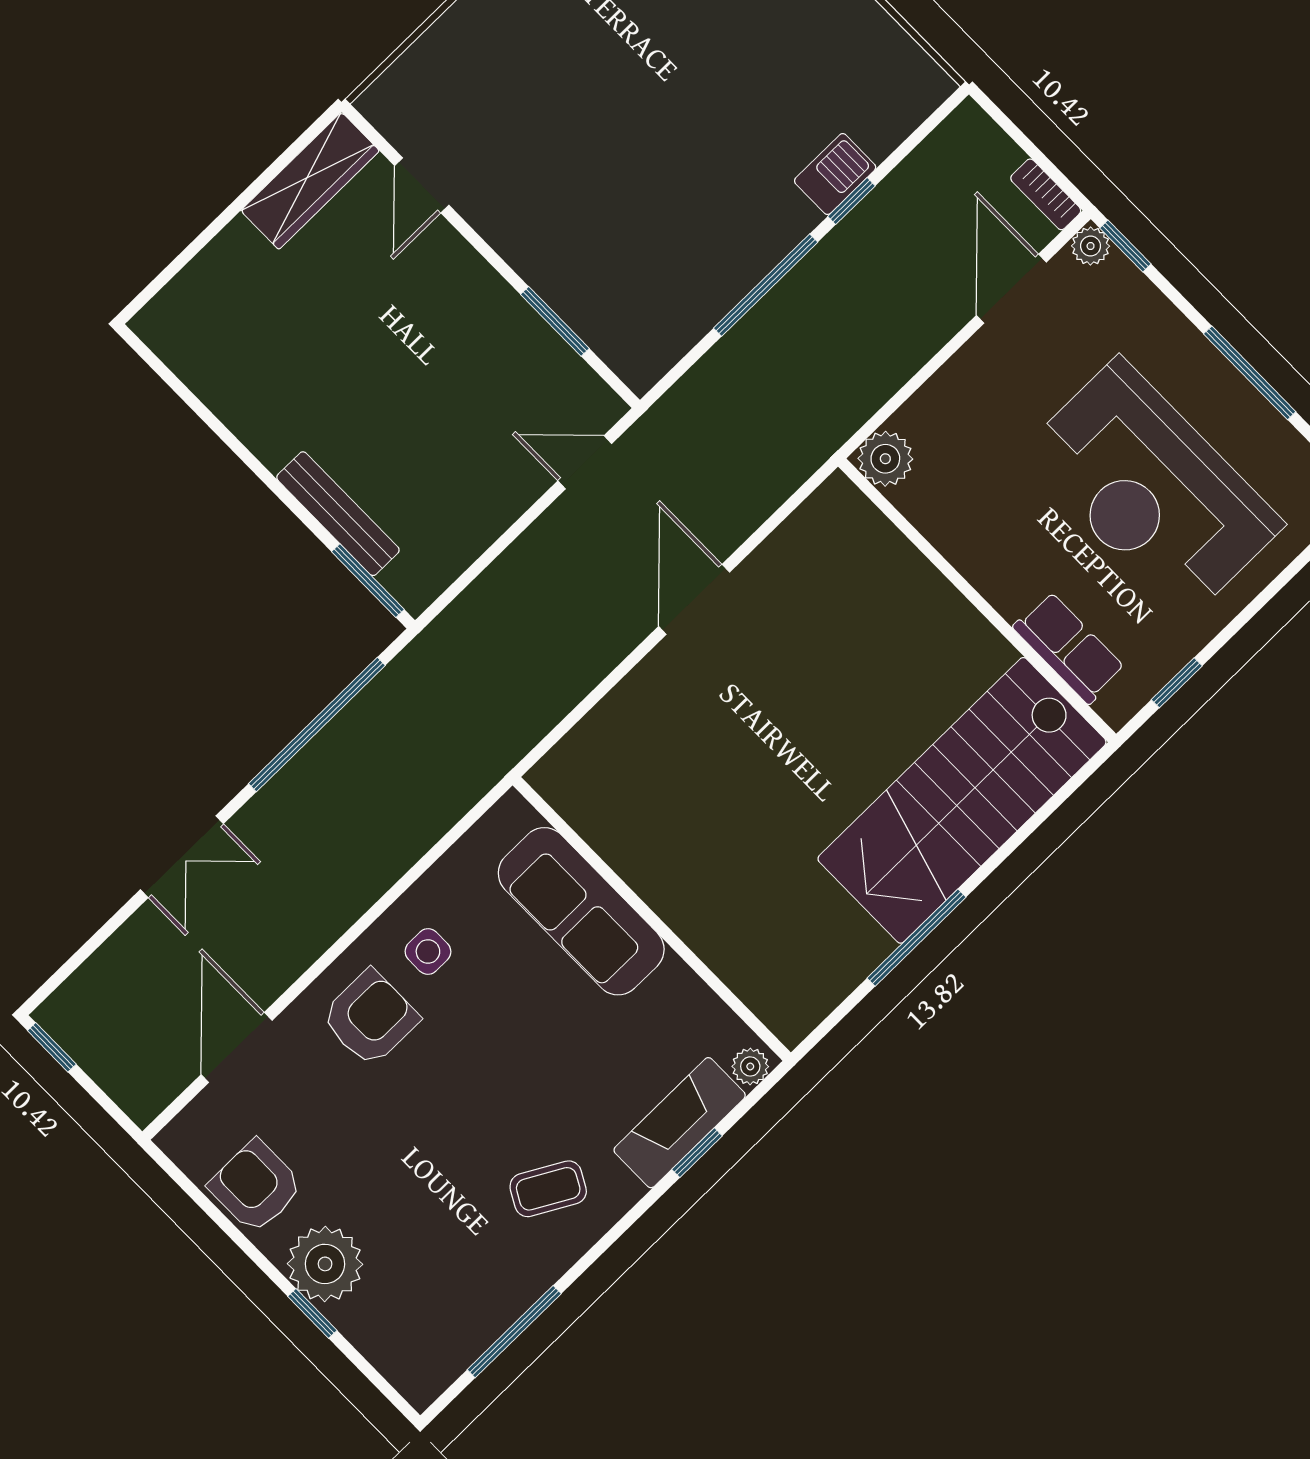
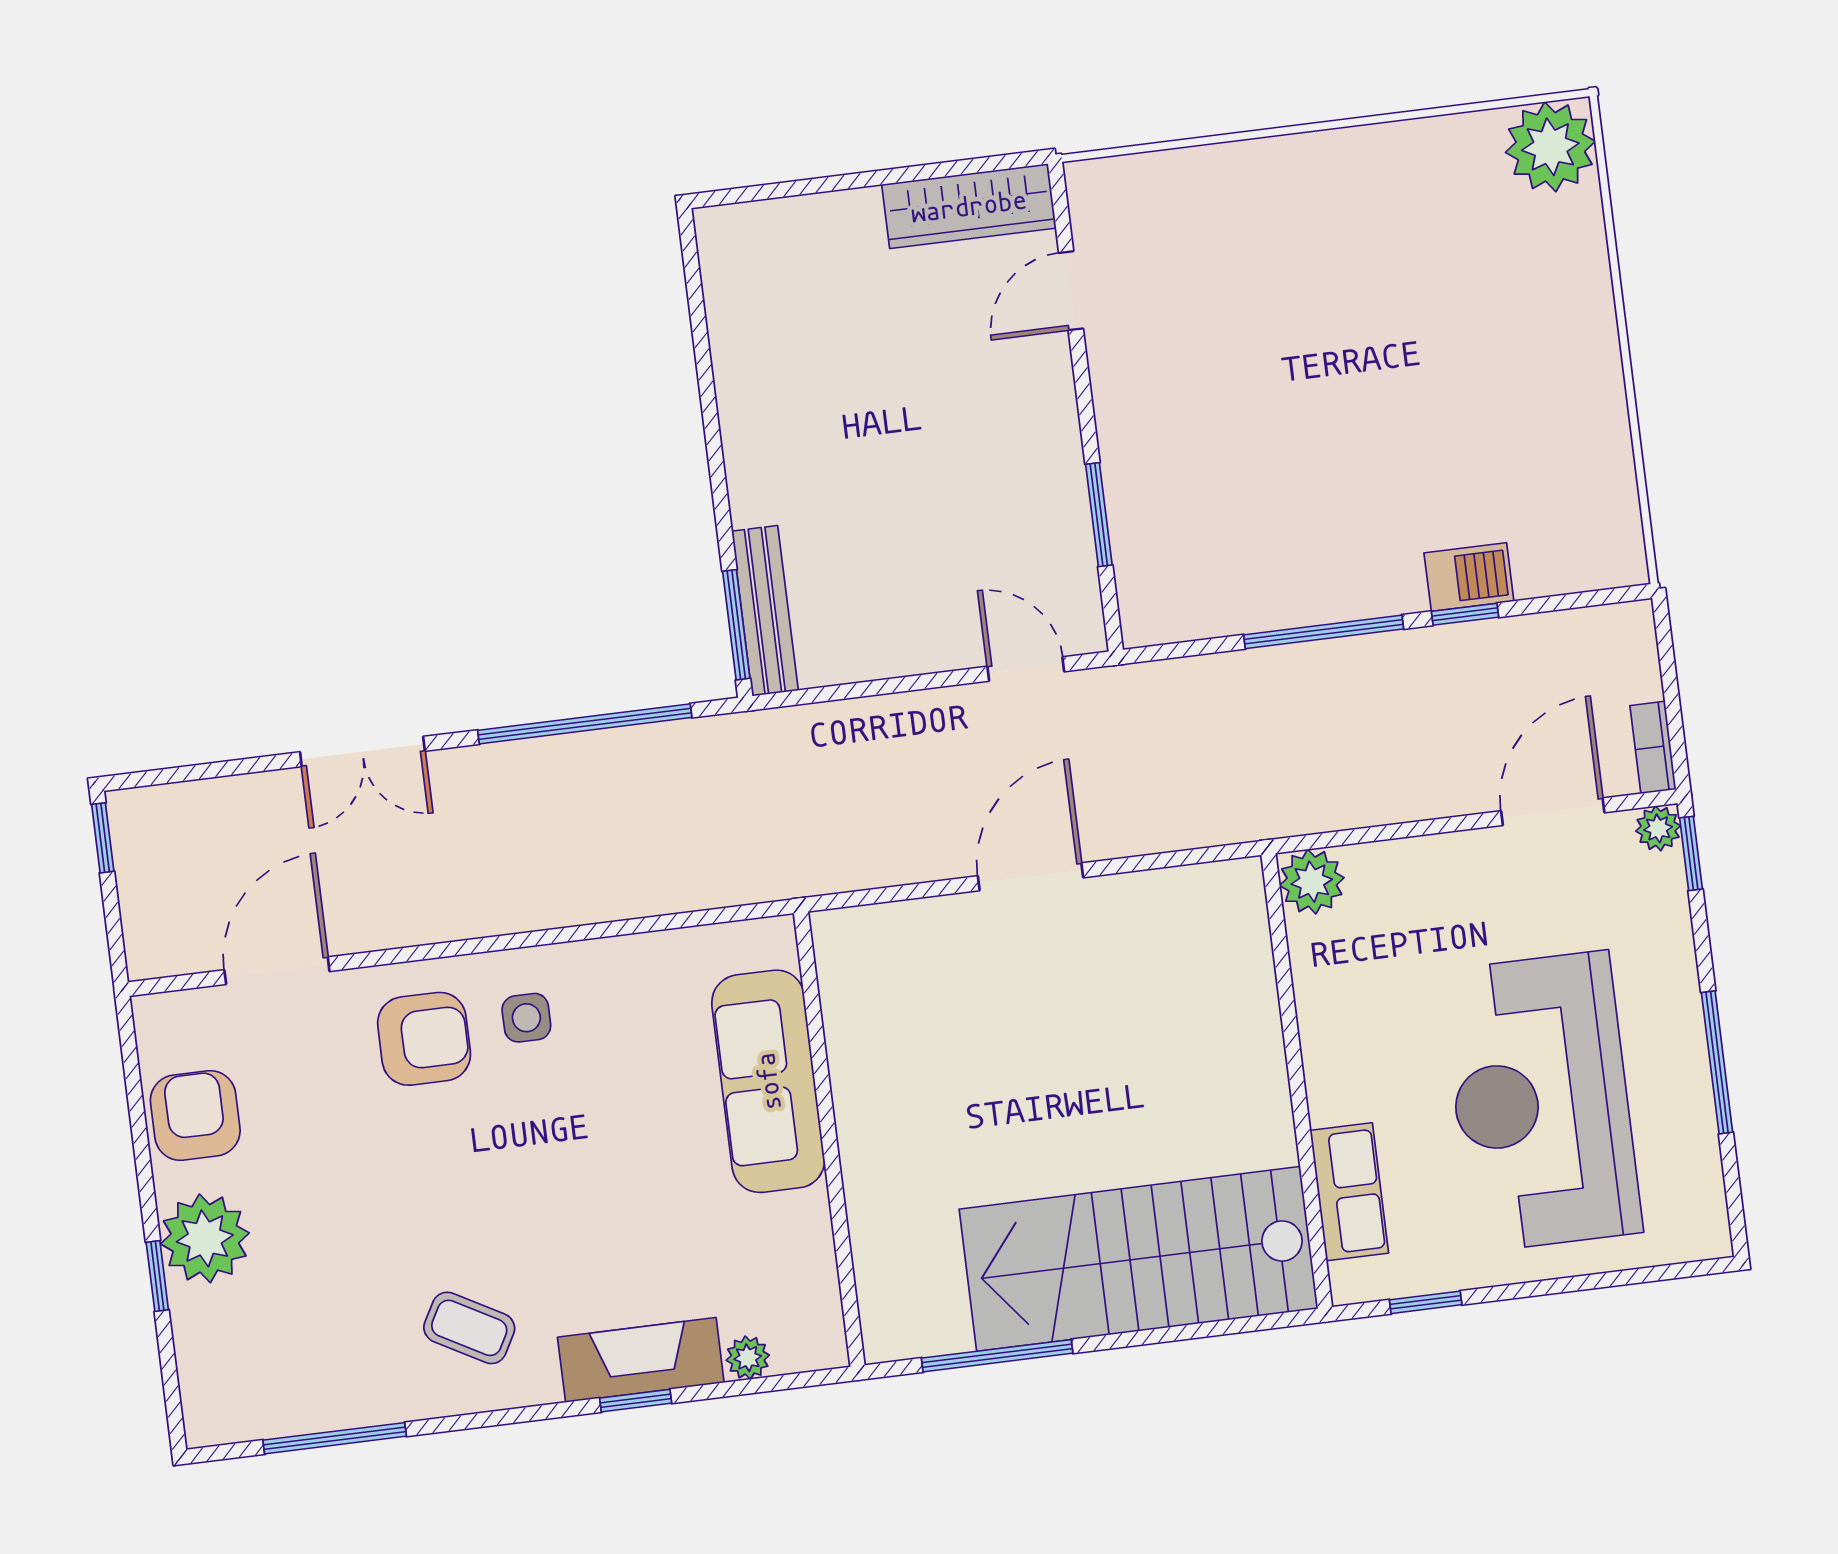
bench: (338, 514) -> (765, 611), moved
sofa: (581, 911) -> (768, 1081), moved
wall: (652, 919) -> (829, 1139), moved

